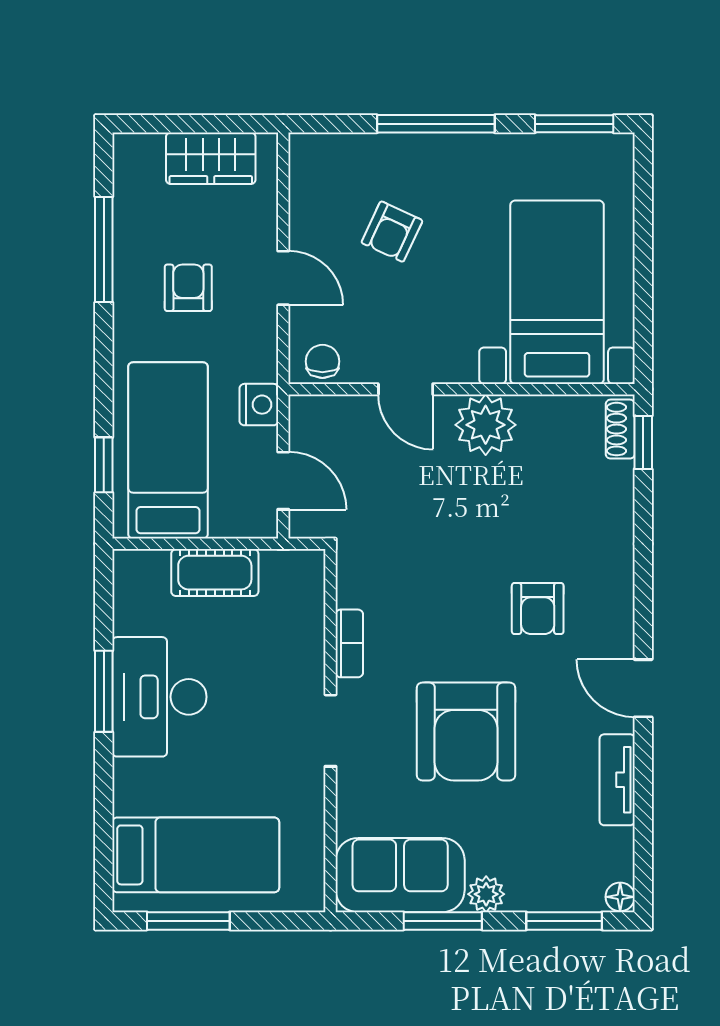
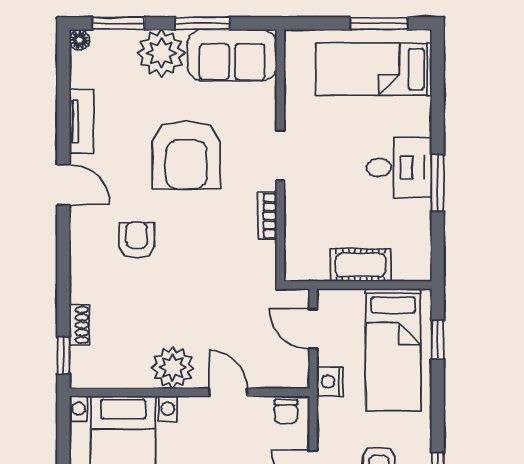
shoe rack: (620, 429) -> (79, 325), moved
desk: (159, 697) -> (399, 168), width x0.73
armchair: (466, 731) -> (186, 155), turned 180
plant: (486, 894) -> (161, 53), width x1.88, depth x1.88

